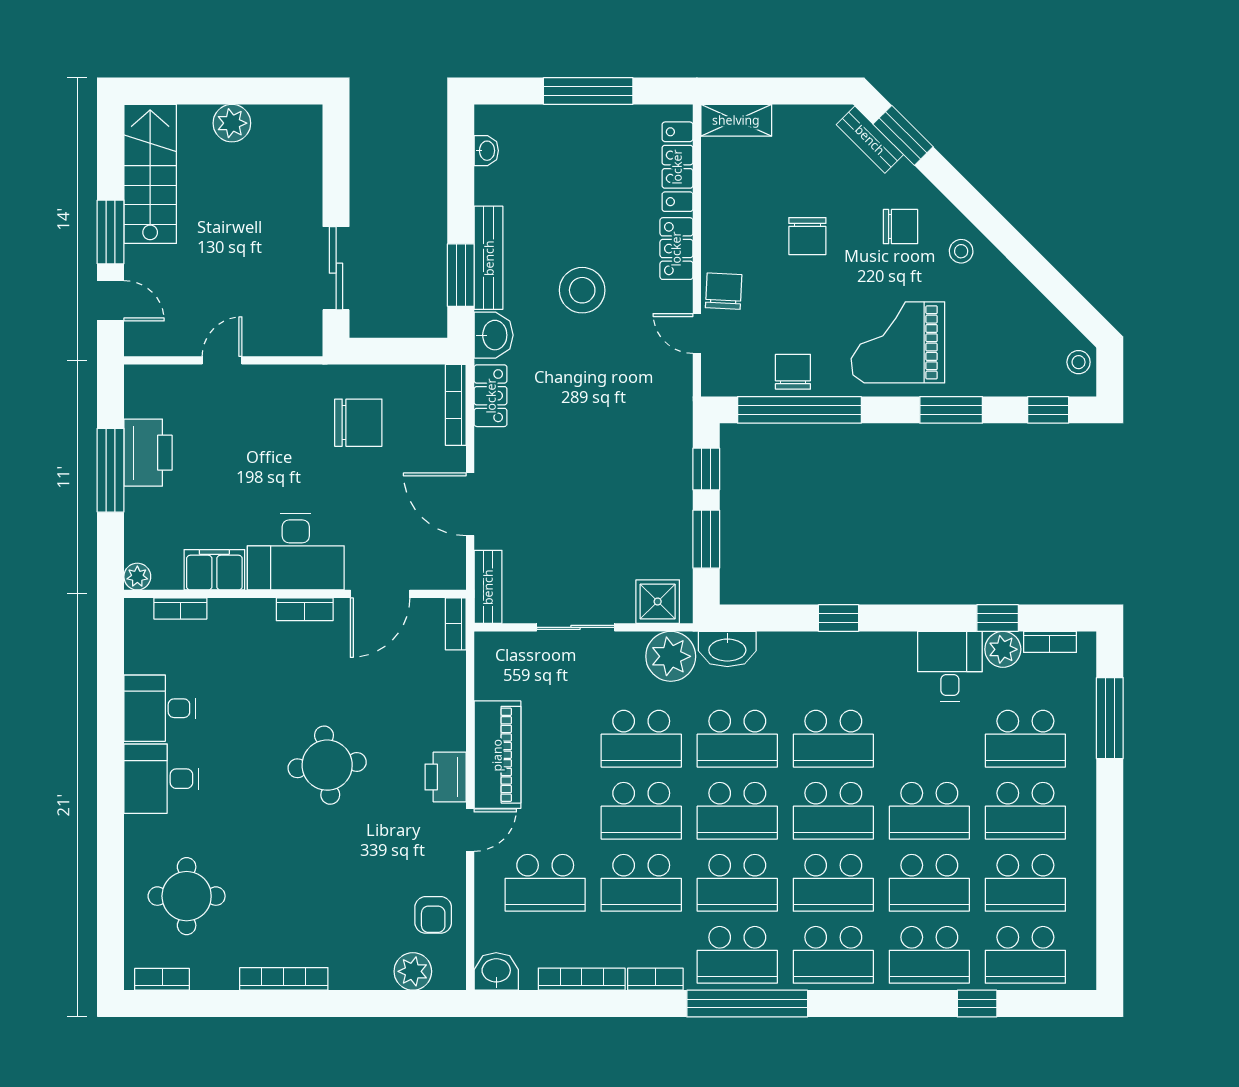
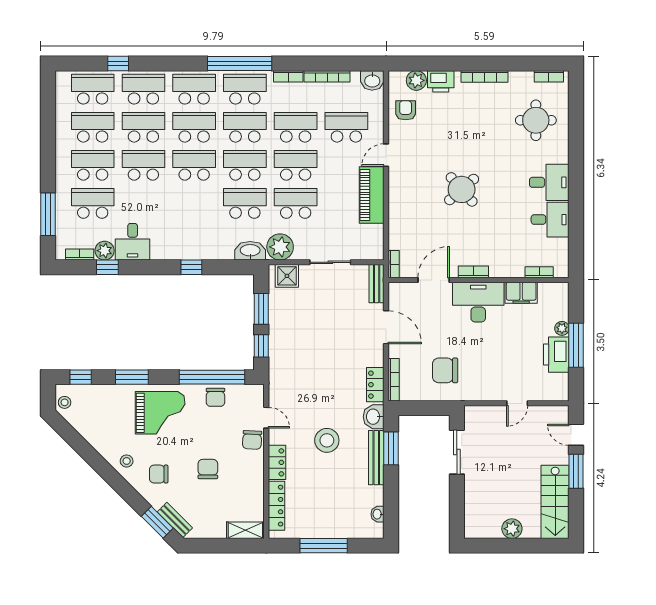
plant: (137, 577) -> (562, 328), moved
school desk: (833, 739) -> (194, 203), removed
round table: (327, 765) -> (462, 189), turned -35
printer: (446, 777) -> (441, 81), moved, turned 90

